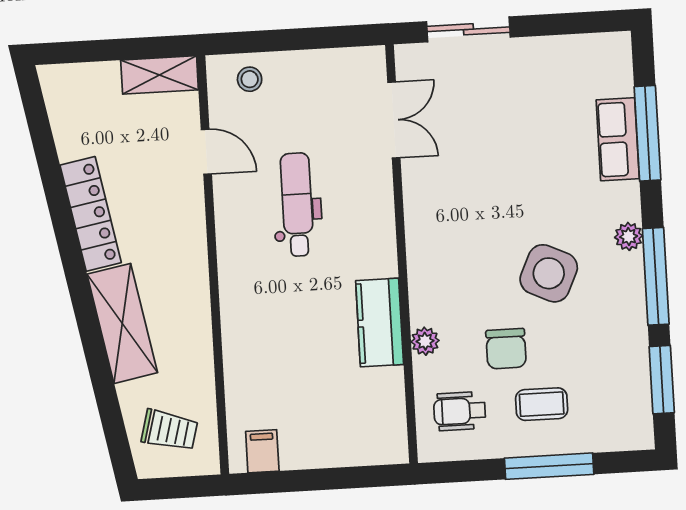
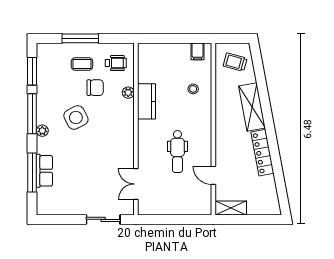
stool: (250, 79) -> (193, 89), moved
side table: (549, 273) -> (76, 117), turned 38
chair: (506, 349) -> (95, 88), turned 90

